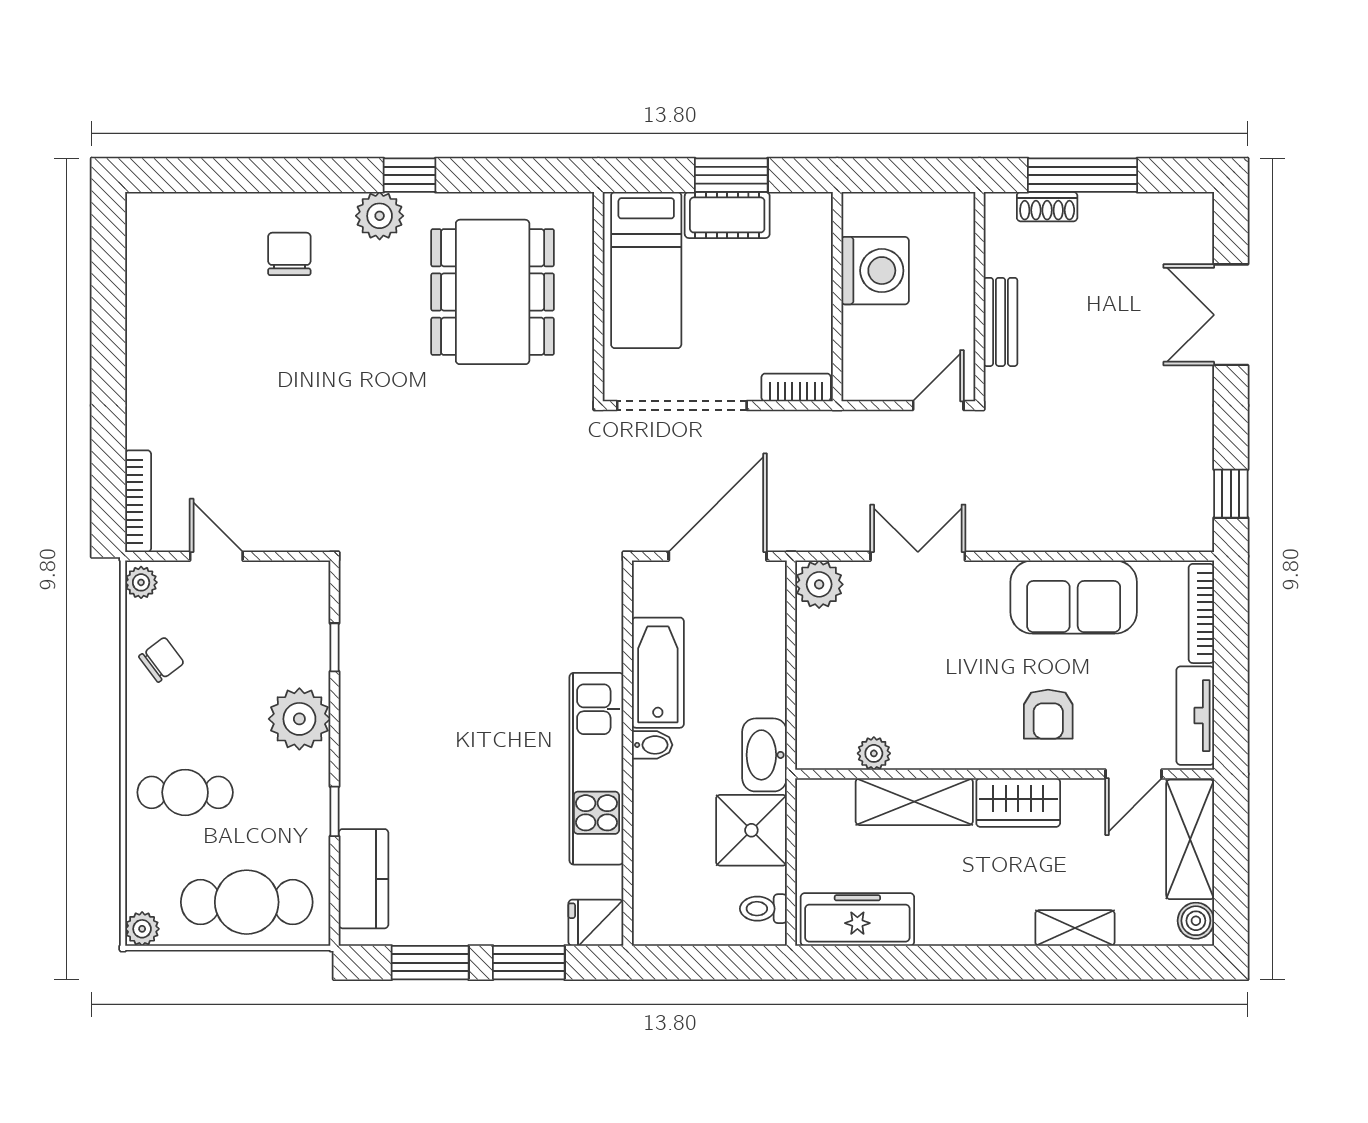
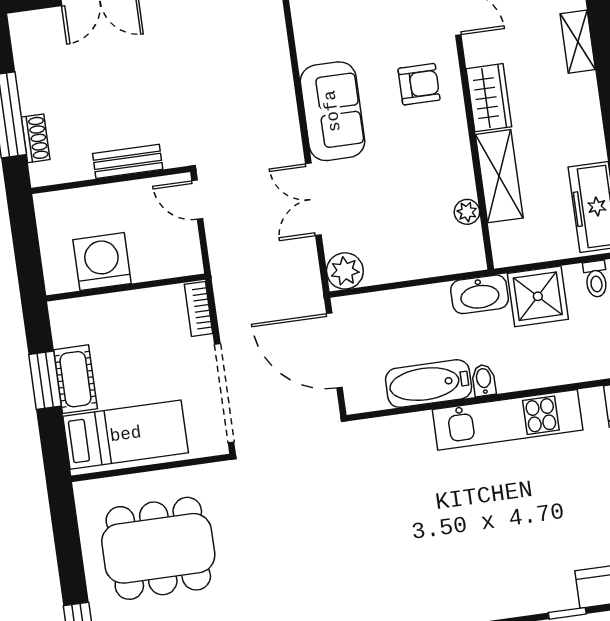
sofa: (1074, 597) -> (333, 111), moved

